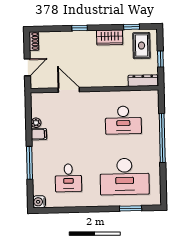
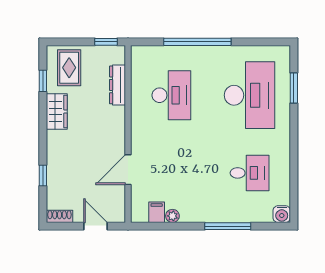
window: (80, 28) -> (43, 175), moved
rug: (142, 46) -> (69, 68), turned 90
window: (160, 59) -> (106, 42), moved
dresser: (143, 81) -> (118, 85), moved
filing cabinet: (39, 134) -> (157, 212), moved

